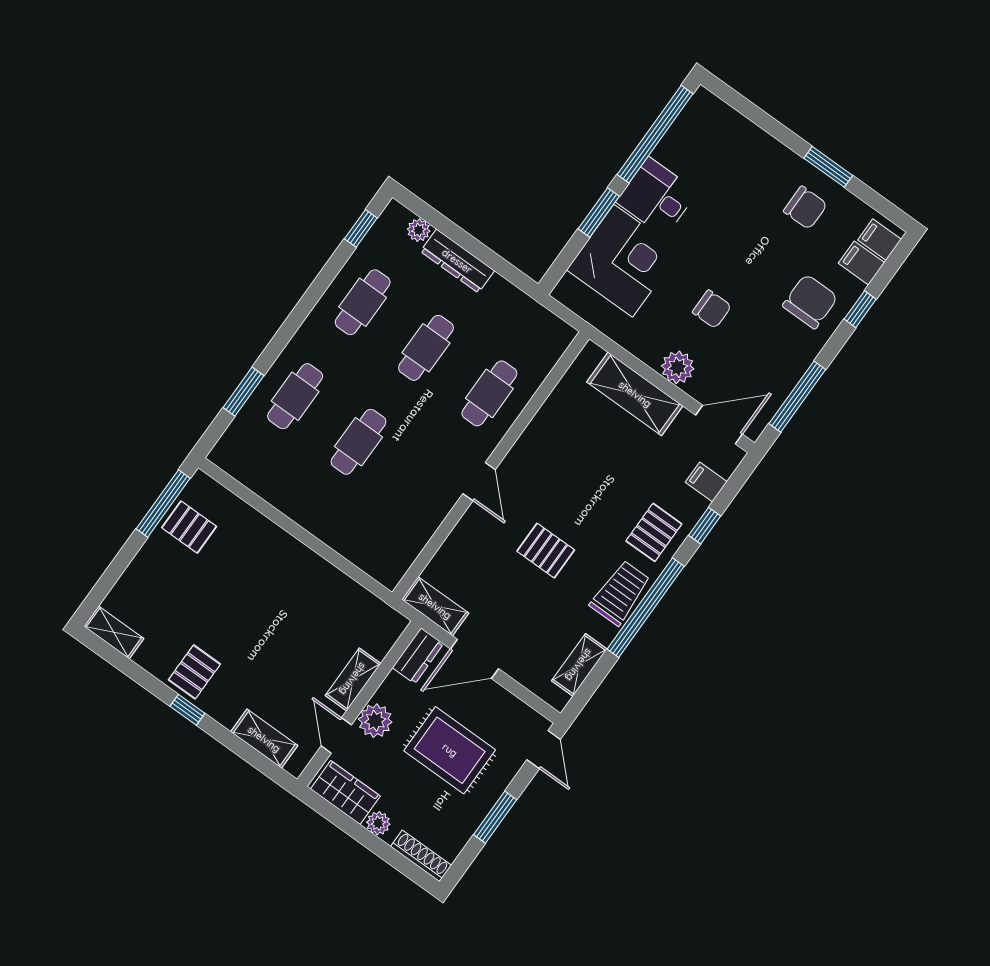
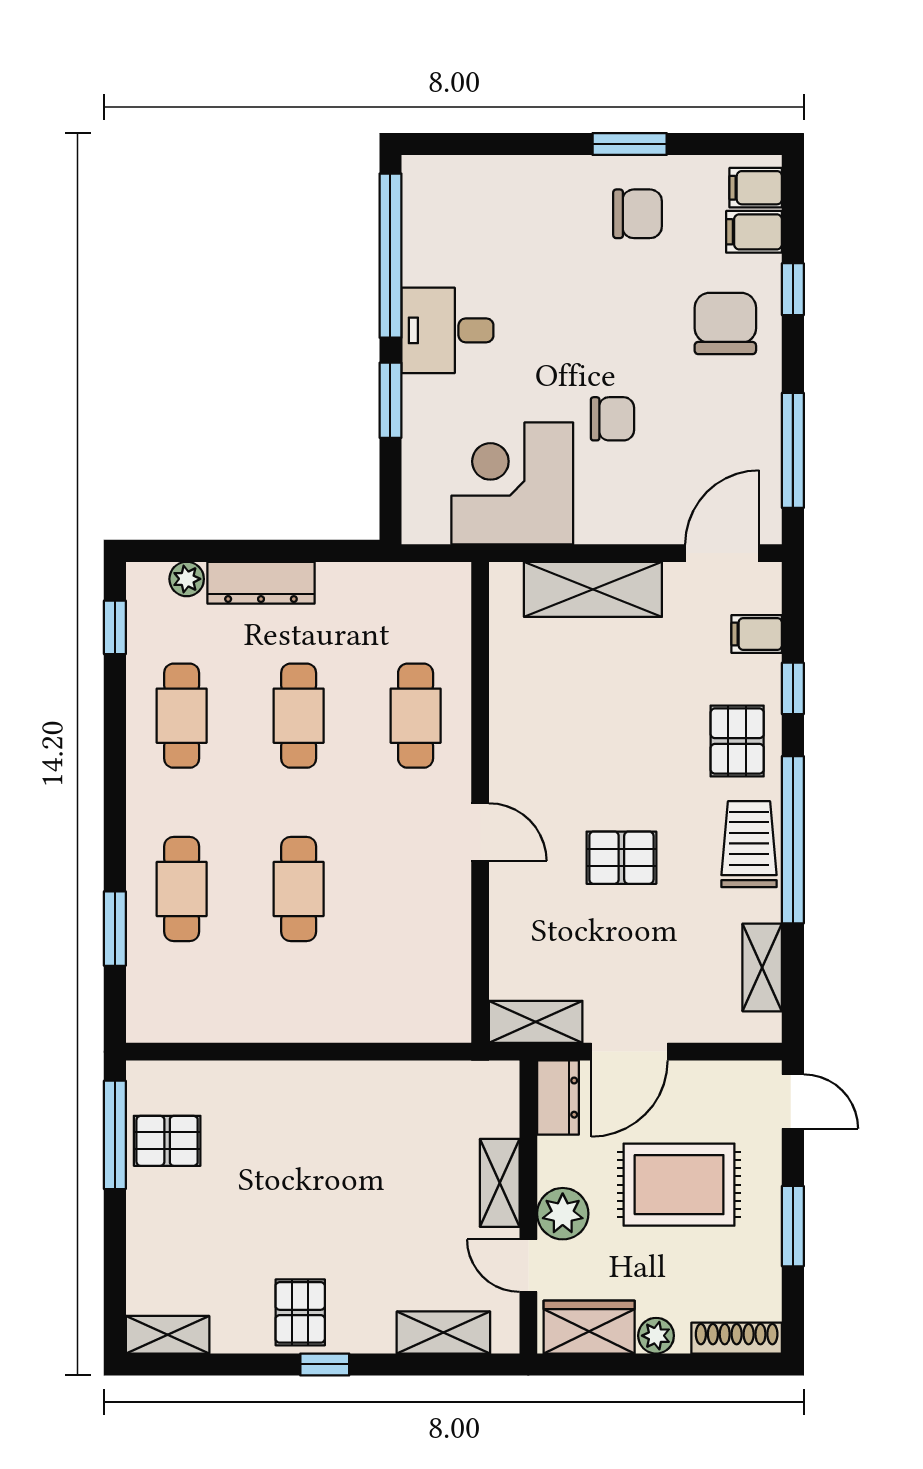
corner desk: (623, 261) -> (512, 483), moved, turned -90
plant: (678, 367) -> (622, 520), removed

